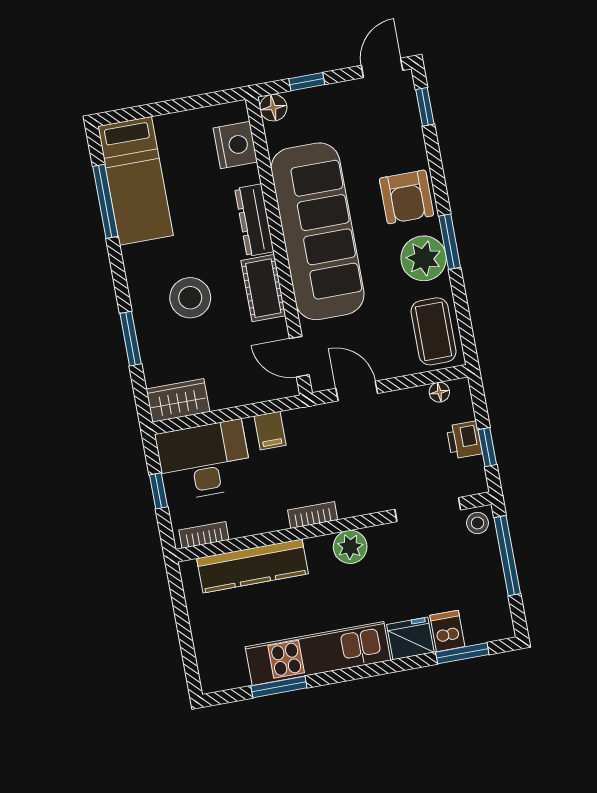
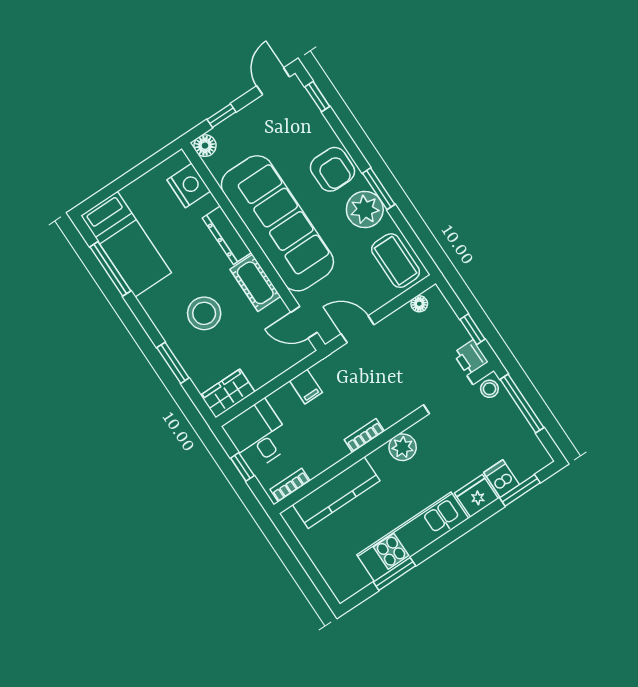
printer: (464, 440) -> (471, 358), moved
desk: (204, 460) -> (258, 435), width x0.73

